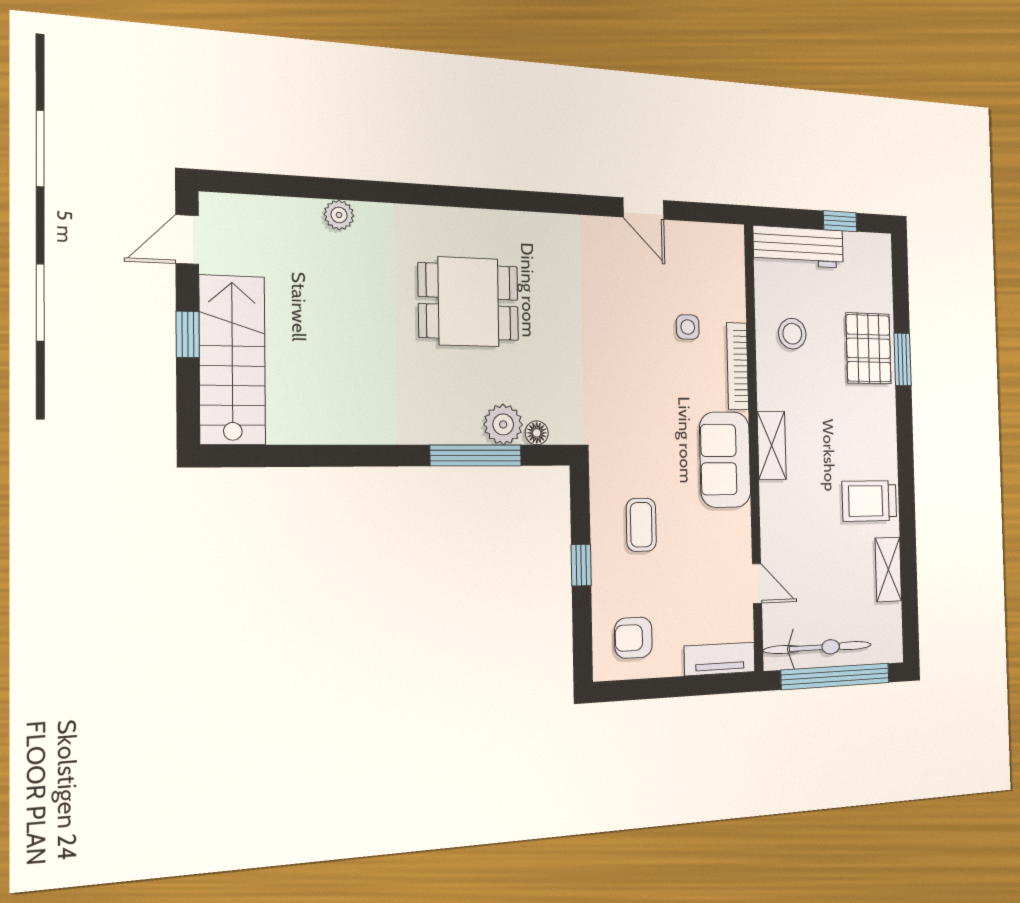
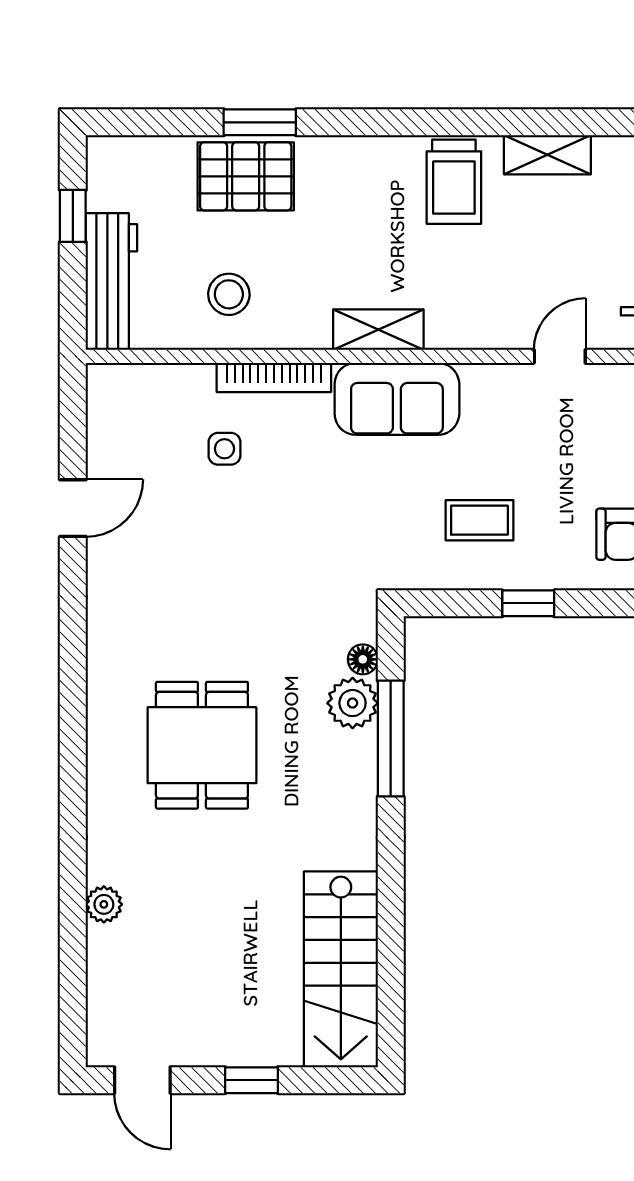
stairs: (232, 360) -> (341, 969), moved, turned -90

